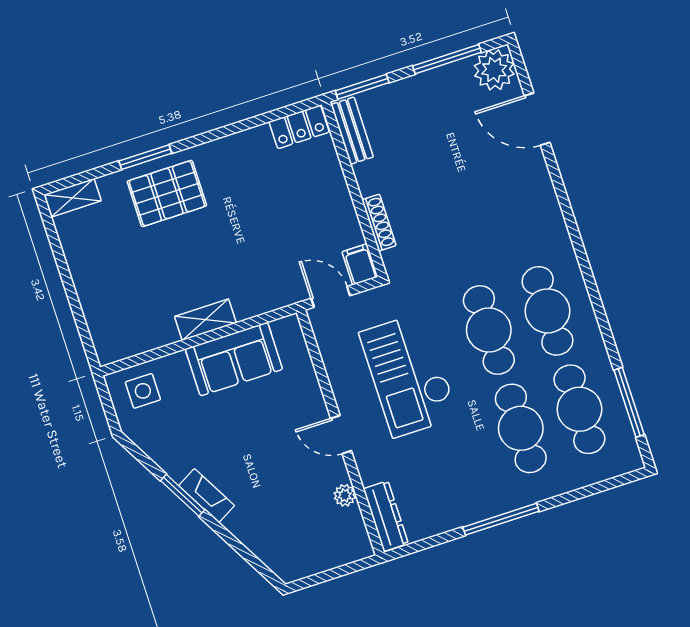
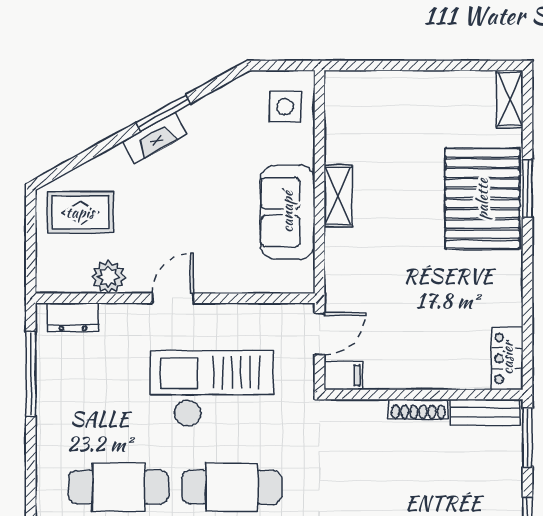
pallet: (167, 194) -> (482, 199), width x1.37, depth x1.41
shoe rack: (379, 223) -> (418, 409), moved
plant: (345, 495) -> (108, 277), width x1.38, depth x1.38
dresser: (386, 516) -> (73, 317), width x0.70
window: (501, 519) -> (31, 374), moved
rug: (293, 539) -> (80, 212), added

